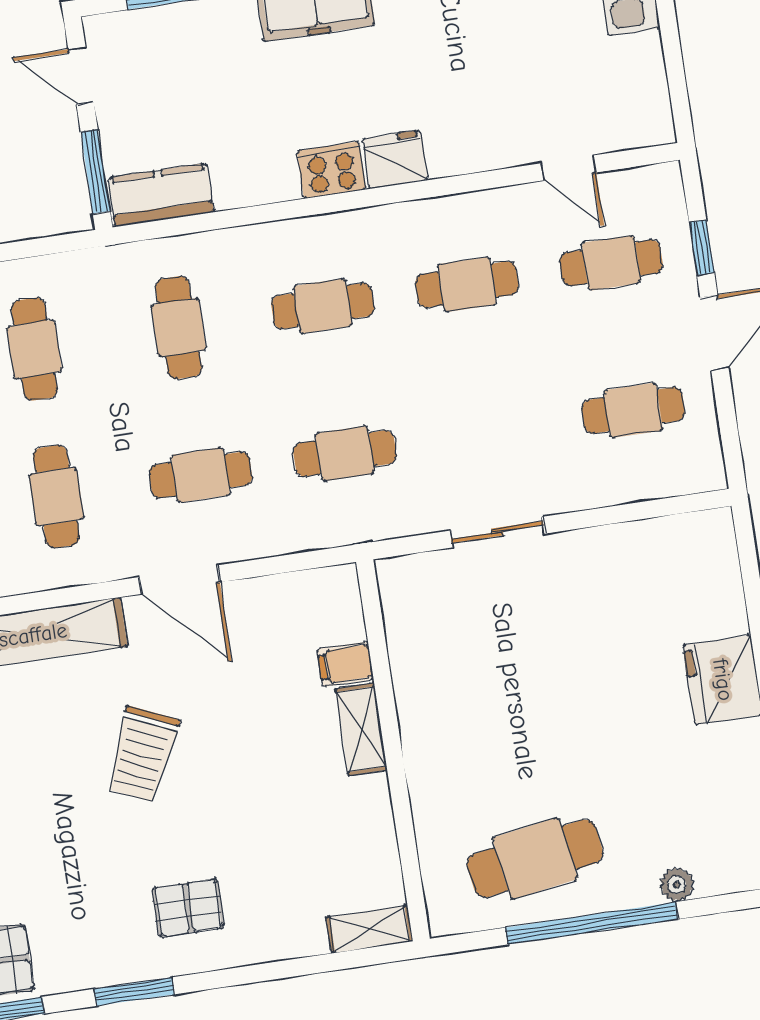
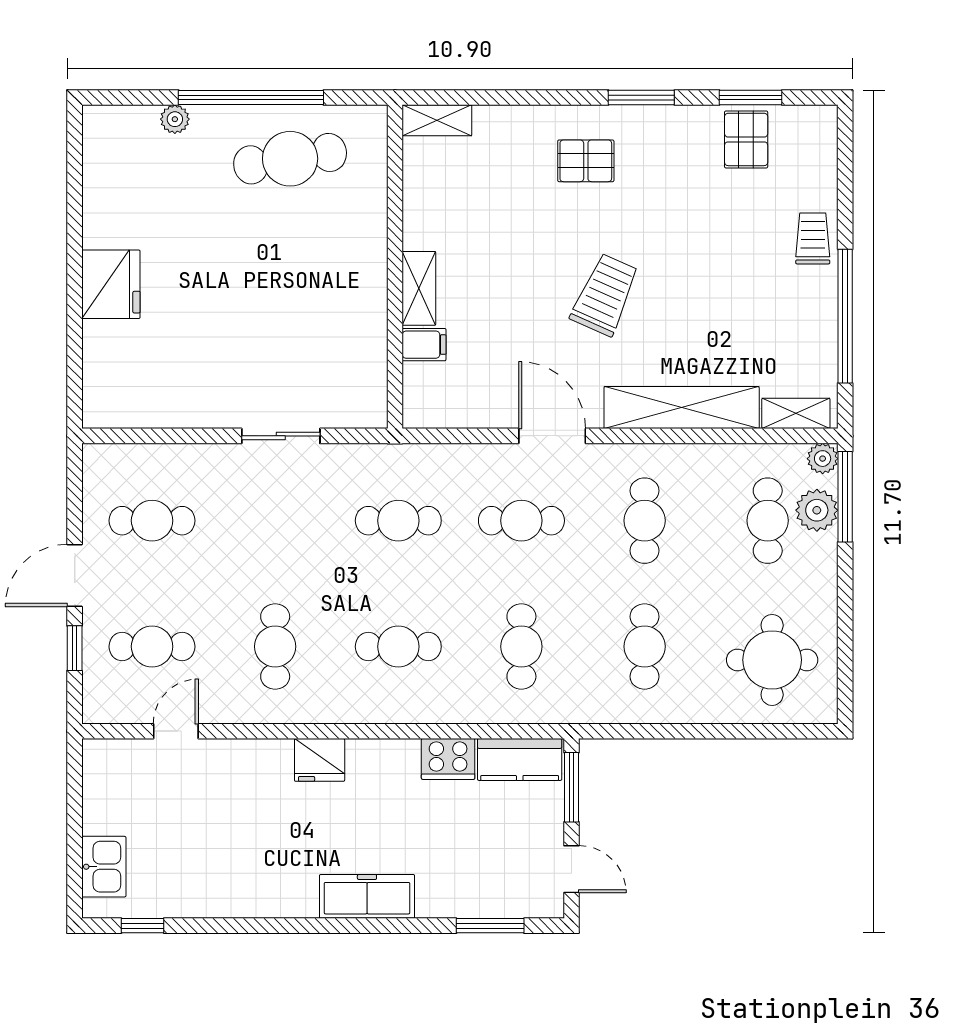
door: (568, 168) -> (176, 731), hinge flipped
cooker: (332, 170) -> (448, 759), moved
cafe table: (467, 284) -> (275, 647), turned 90

